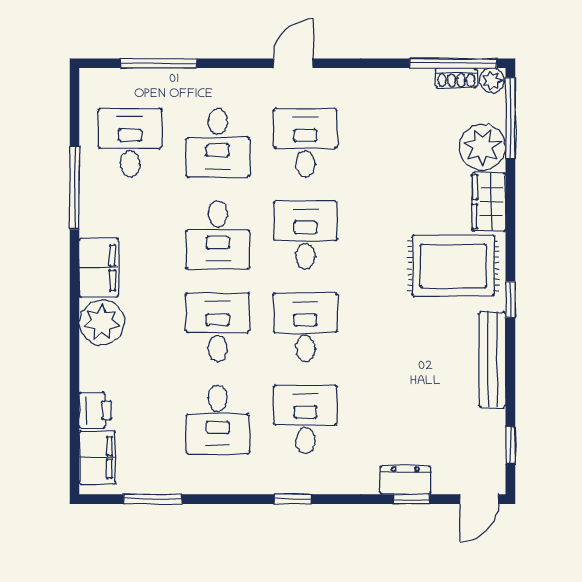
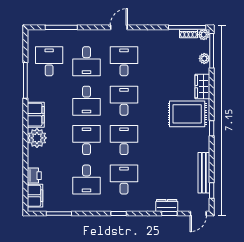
plant: (482, 147) -> (204, 58), width x0.53, depth x0.53
bench: (492, 359) -> (204, 173), moved

